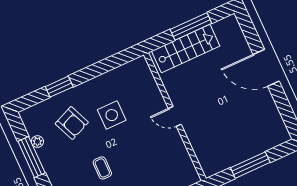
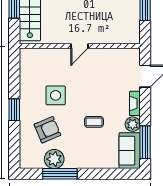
window: (59, 87) -> (14, 110), moved
plant: (37, 142) -> (54, 159), width x1.88, depth x1.88

